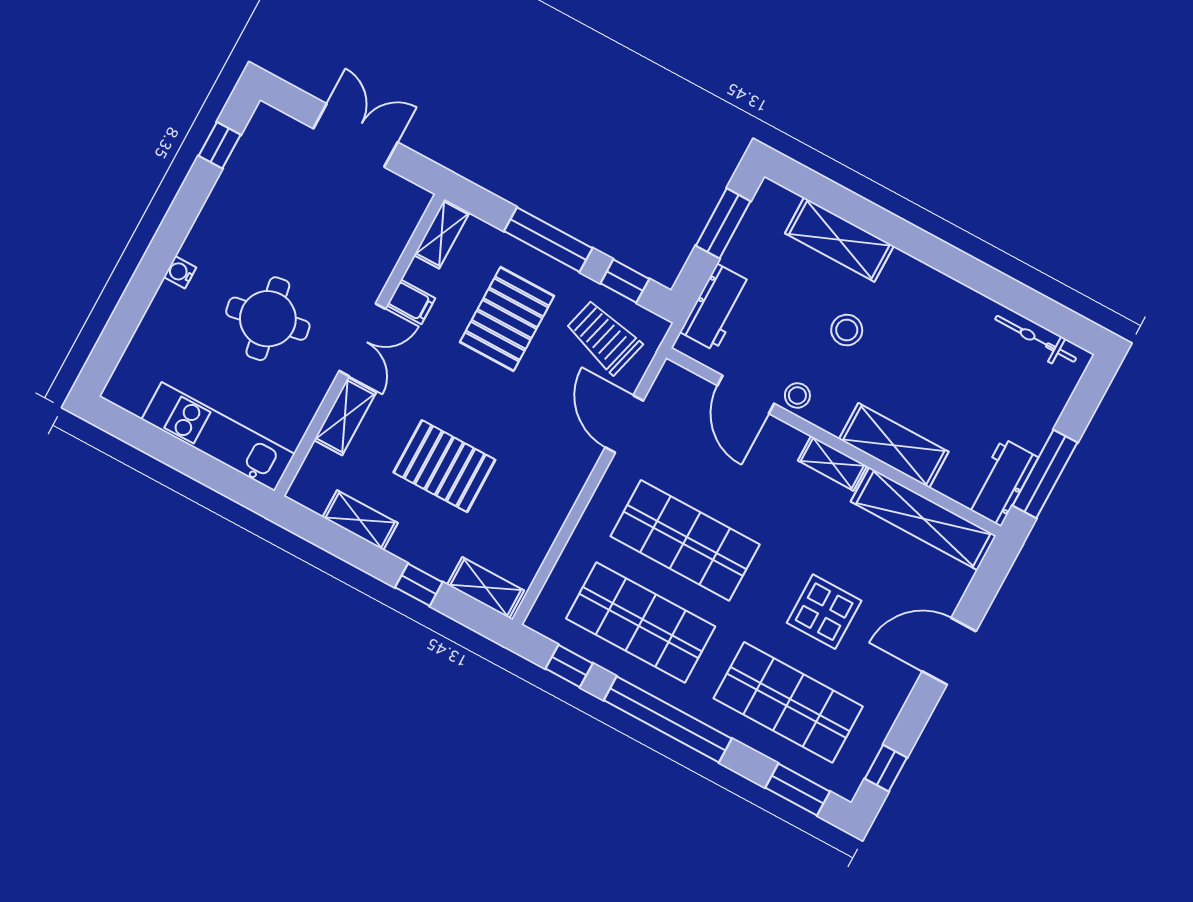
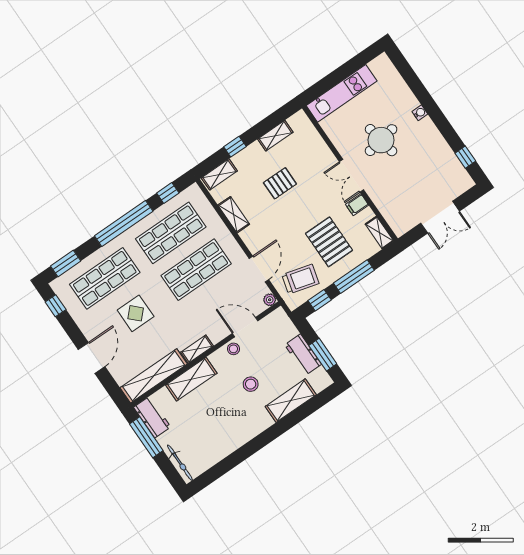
workbench: (716, 307) -> (303, 354), moved
bicycle: (1036, 339) -> (180, 463), moved, turned 90
plant: (671, 375) -> (270, 300), added
shelving: (345, 416) -> (234, 215), moved
door: (624, 424) -> (259, 269), hinge flipped
pallet: (444, 466) -> (280, 183), width x0.67, depth x0.71

